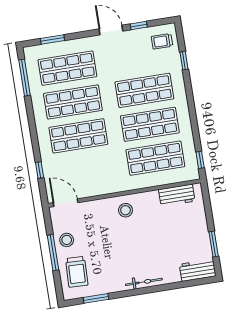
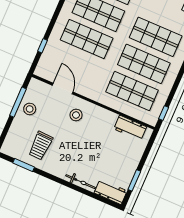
door: (66, 203) -> (63, 89), moved
stool: (125, 210) -> (76, 115), moved
window: (53, 253) -> (18, 102), moved
trolley: (77, 272) -> (41, 146), moved
bicycle: (144, 282) -> (81, 182), moved

